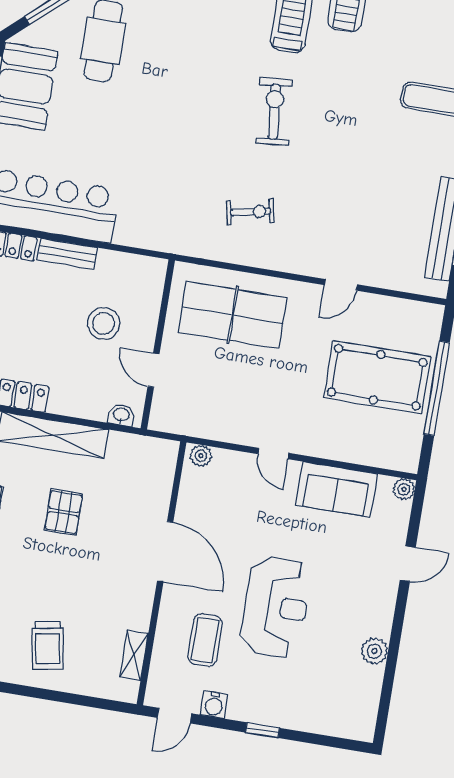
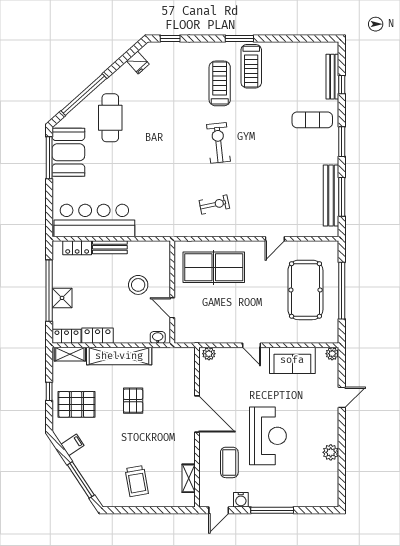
pool table: (377, 377) -> (305, 290), turned 90
window: (263, 730) -> (272, 510), width x2.17

